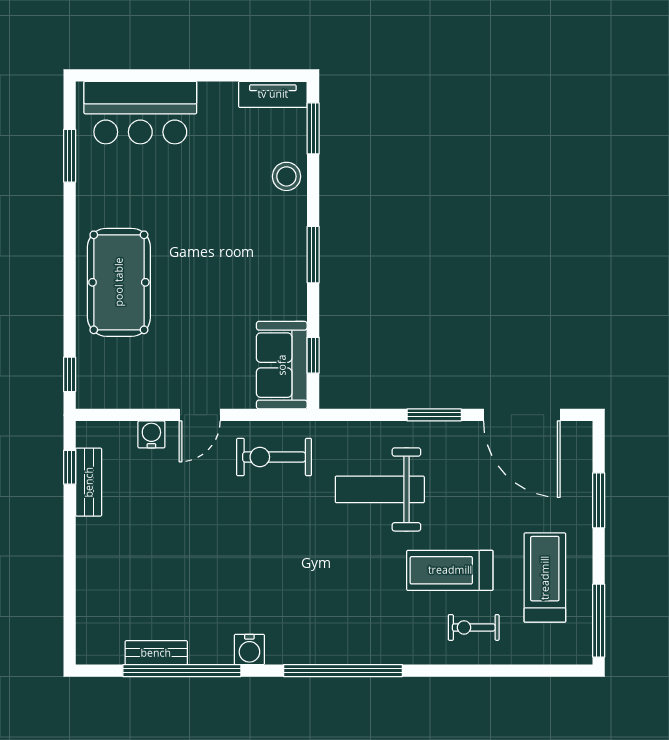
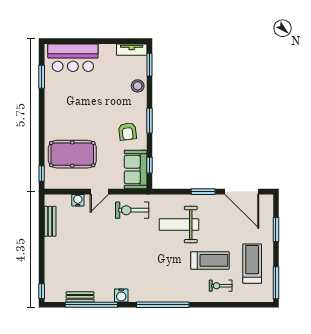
armchair: (263, 279) -> (127, 131), added
pool table: (119, 282) -> (72, 154), moved, turned 90
window: (70, 467) -> (42, 291), moved
treadmill: (450, 570) -> (210, 260), turned 180

